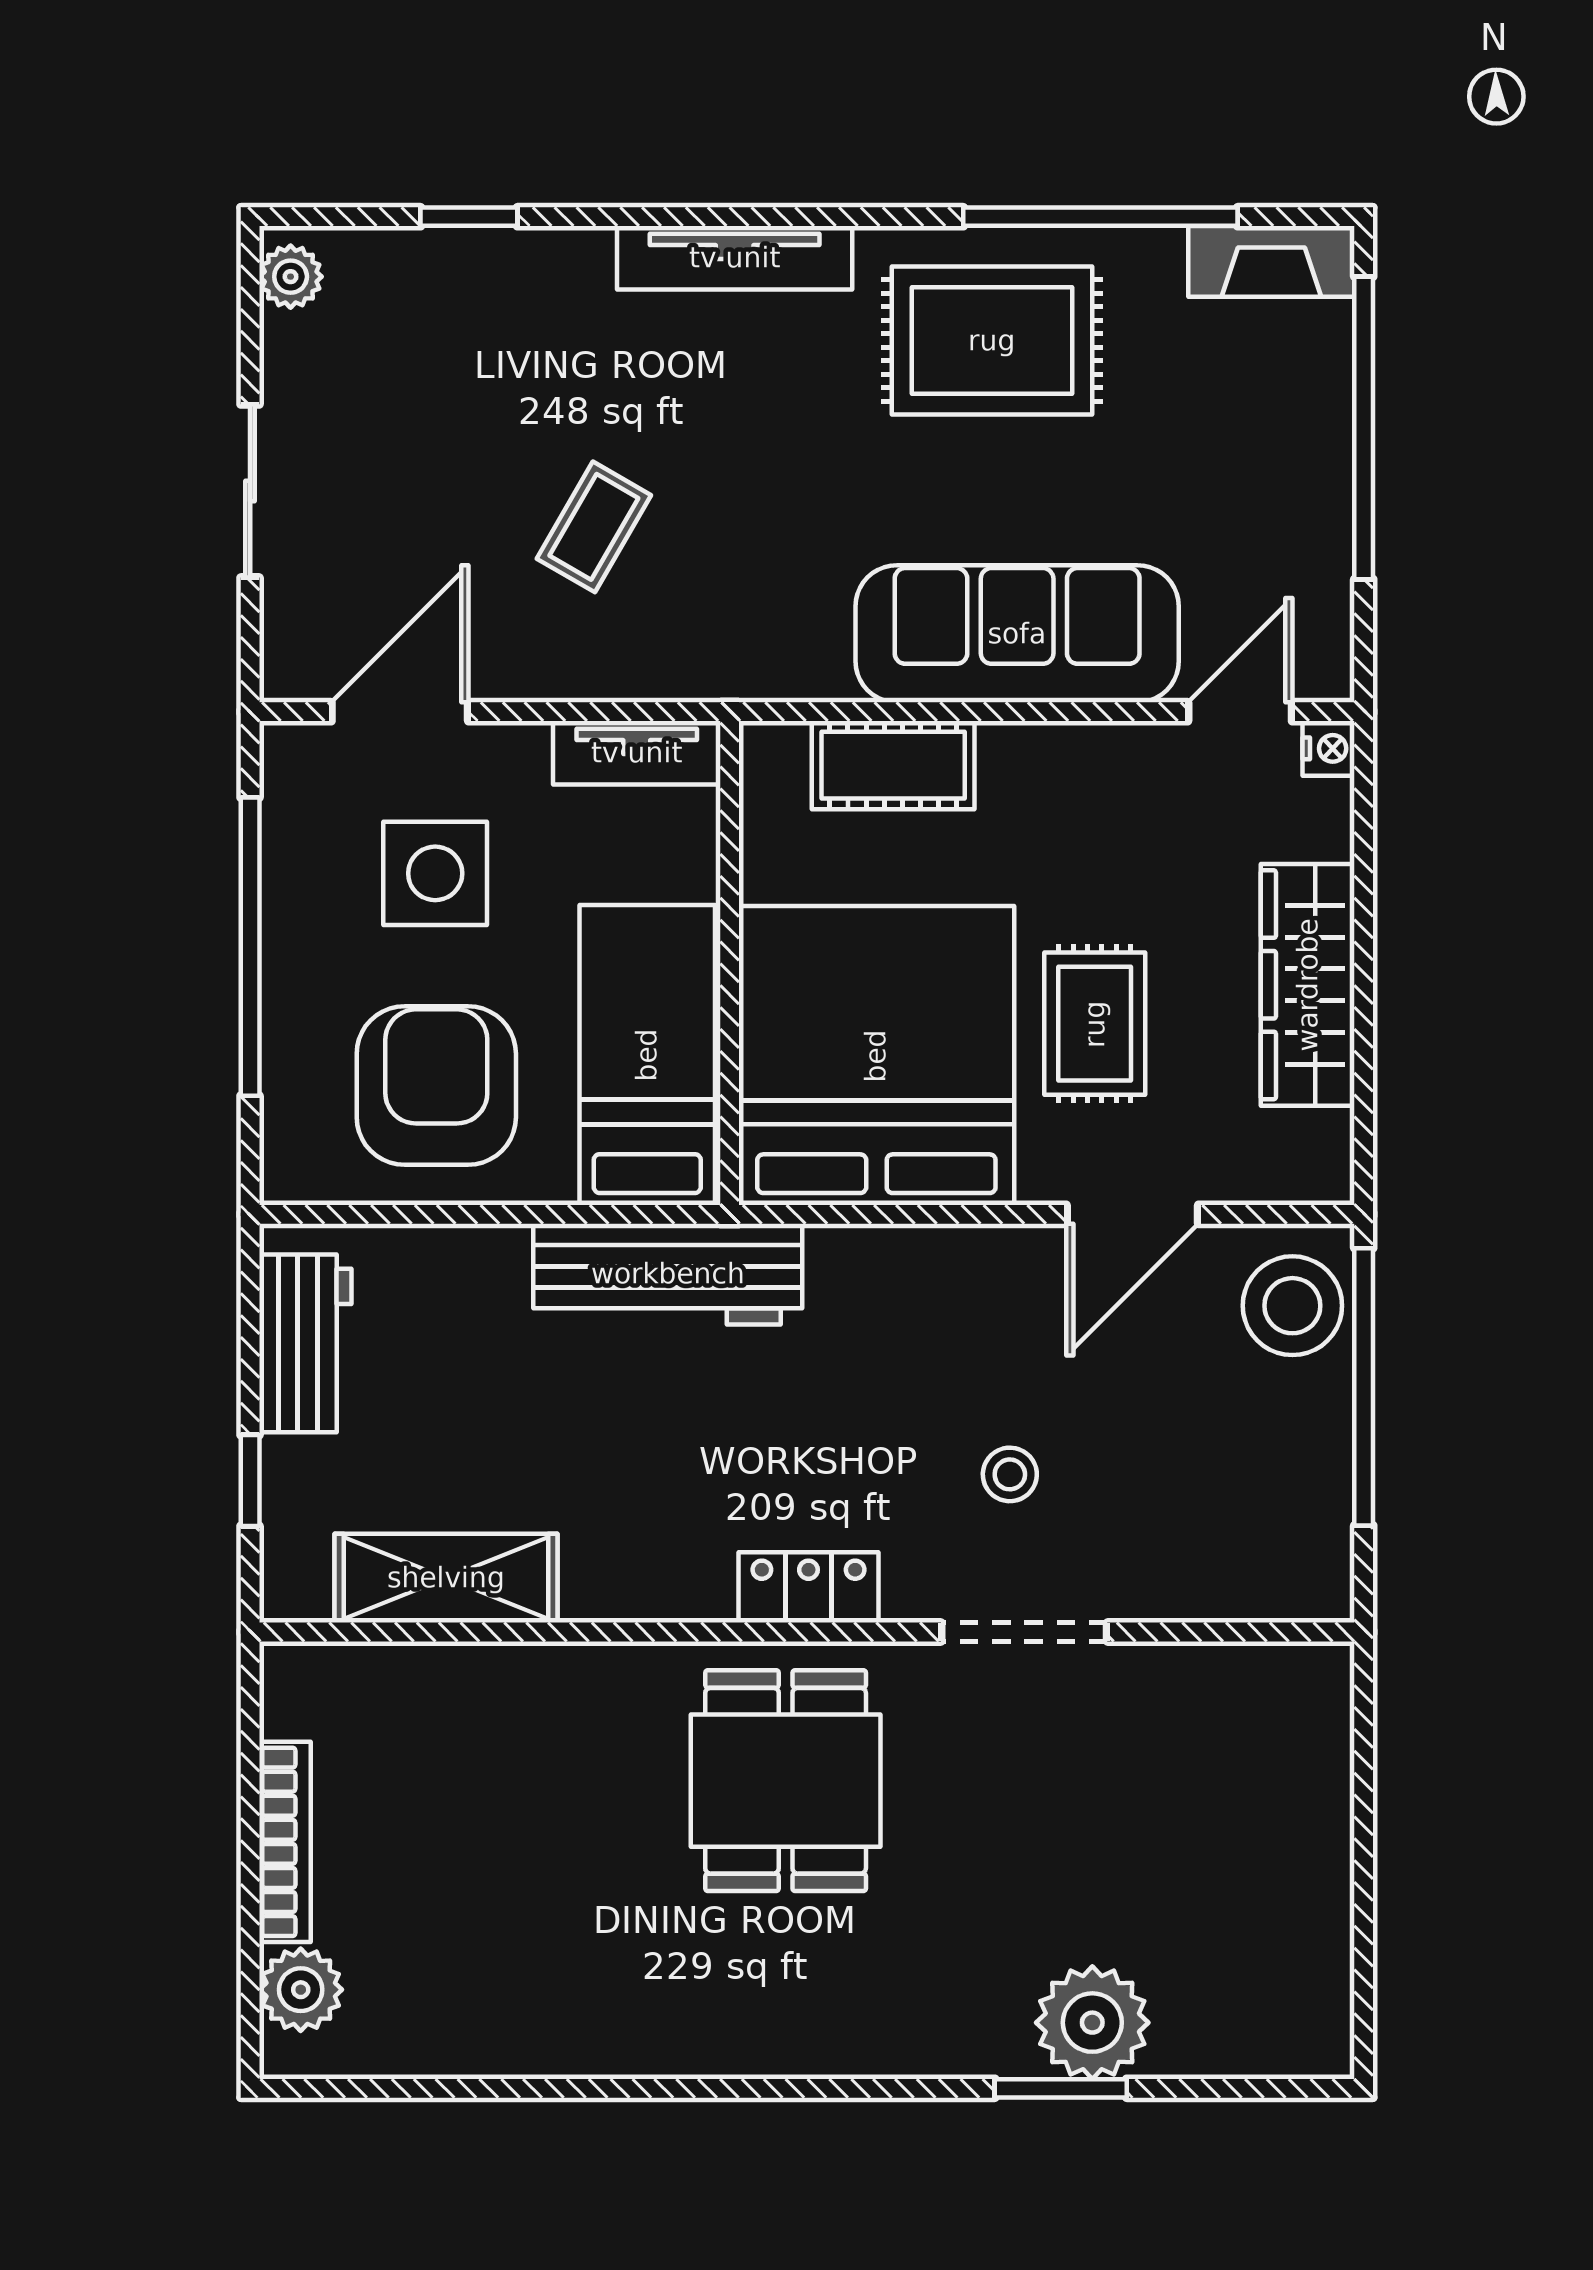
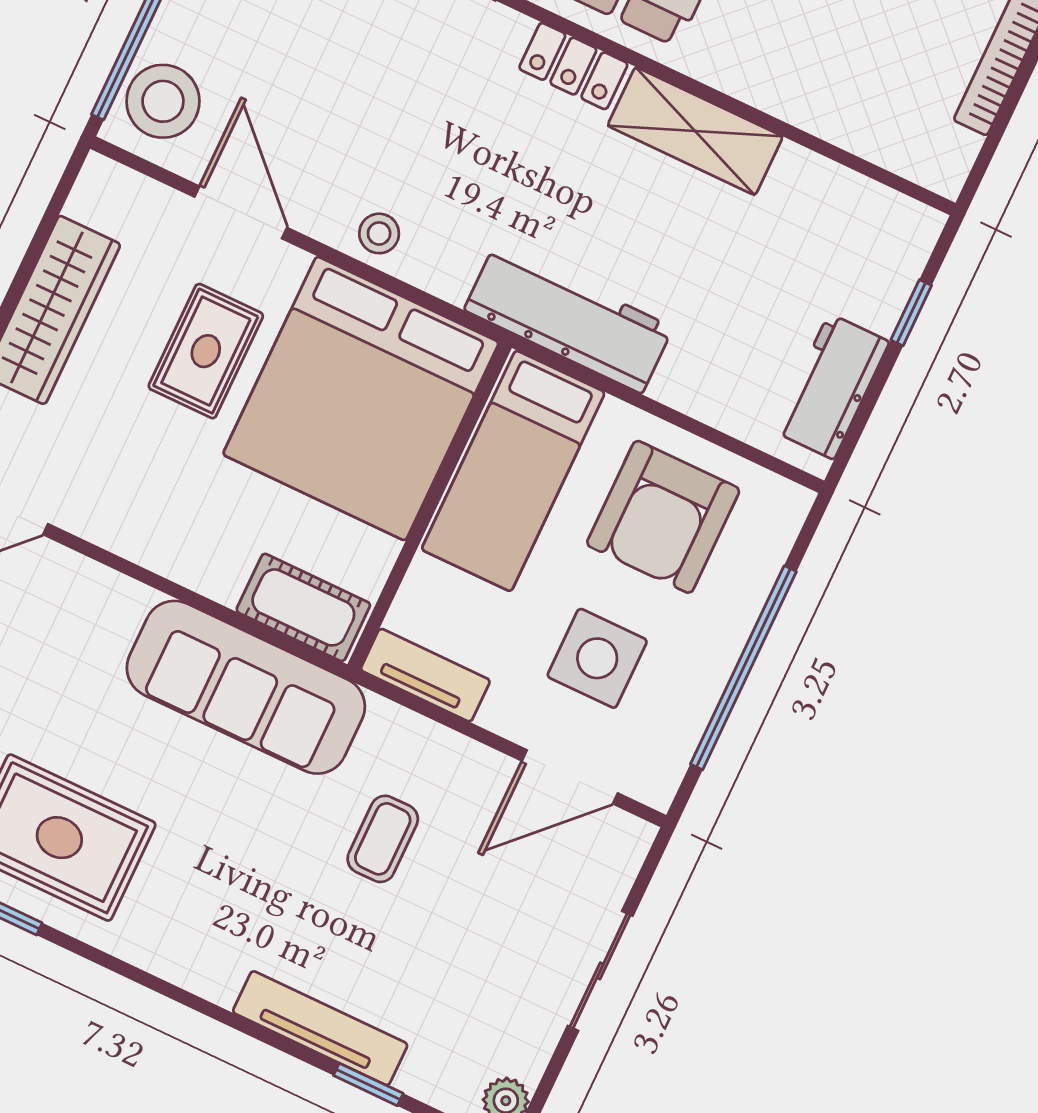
tv unit: (735, 258) -> (320, 1028), moved
coffee table: (594, 527) -> (383, 839), turned -30
sofa: (1017, 634) -> (246, 687), moved
cot: (893, 765) -> (303, 607), moved
door: (1132, 1214) -> (241, 212), hinge flipped
stool: (1010, 1474) -> (379, 233), moved
shelving: (446, 1578) -> (695, 131), moved

